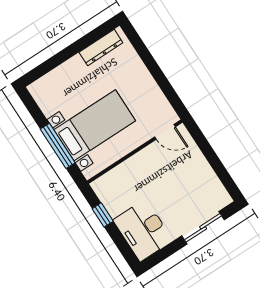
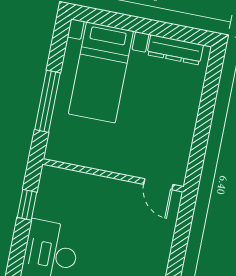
bed with nightstands: (95, 125) -> (101, 72), moved, turned 90

